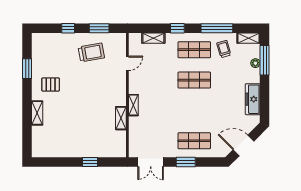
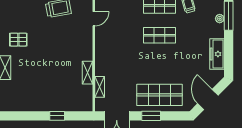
shelving: (133, 105) -> (100, 87), moved
shop shelf: (194, 141) -> (160, 95), width x1.43, depth x1.36
door: (243, 145) -> (208, 99), hinge flipped

